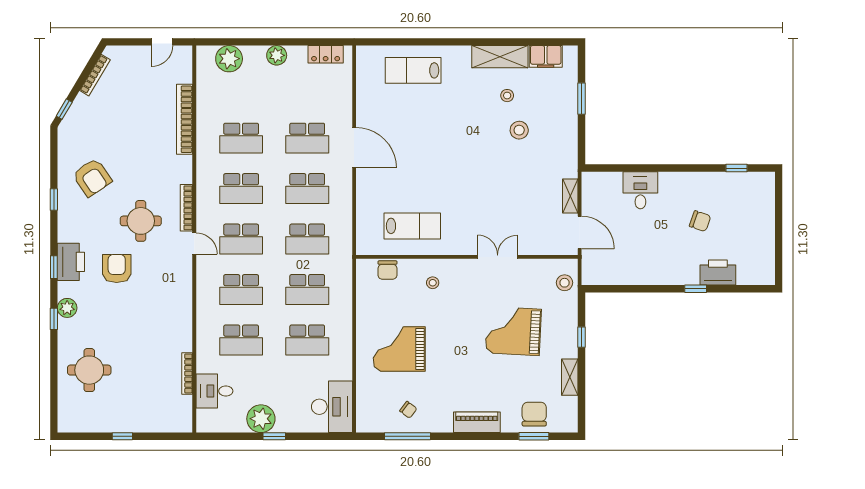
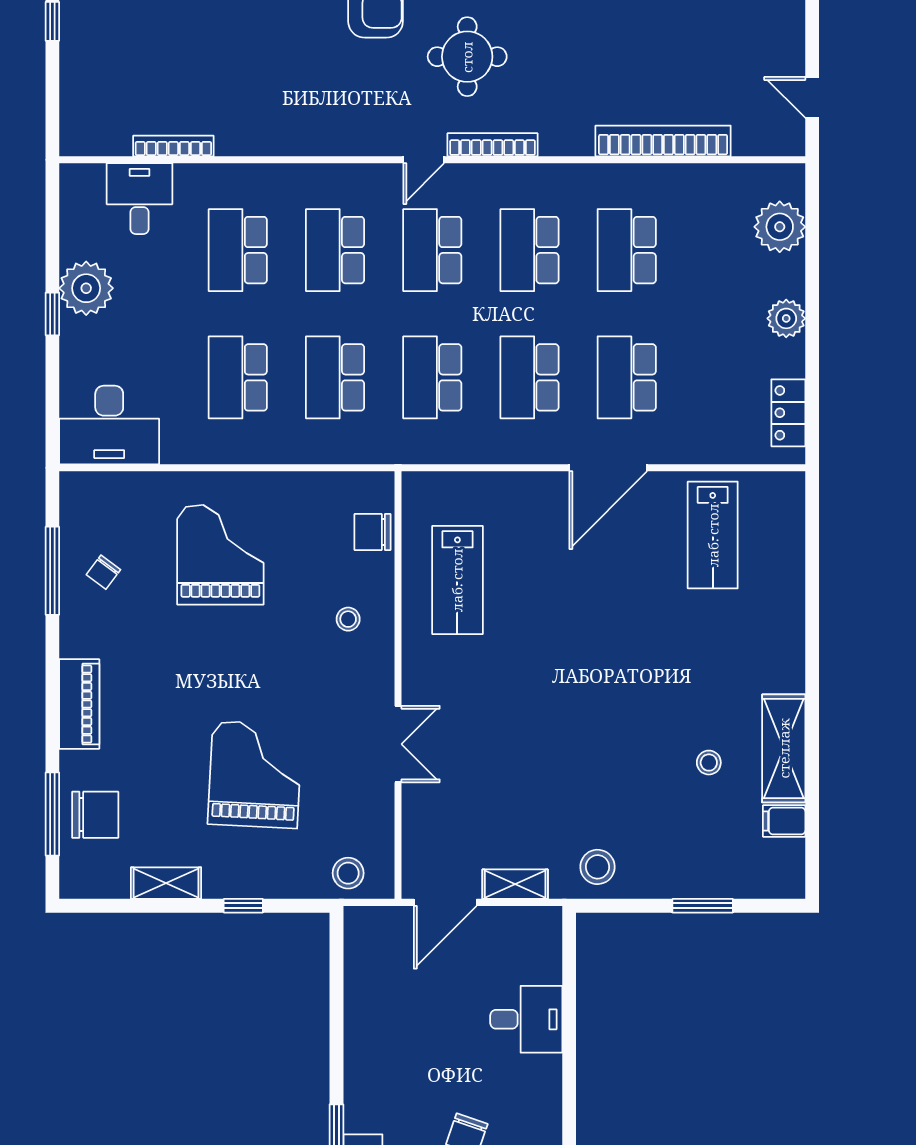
filing cabinet: (546, 56) -> (784, 821), width x0.50
lab bench: (413, 70) -> (713, 535), moved, turned 180
stool: (519, 130) -> (597, 867), moved
window: (534, 436) -> (52, 814), width x1.44

